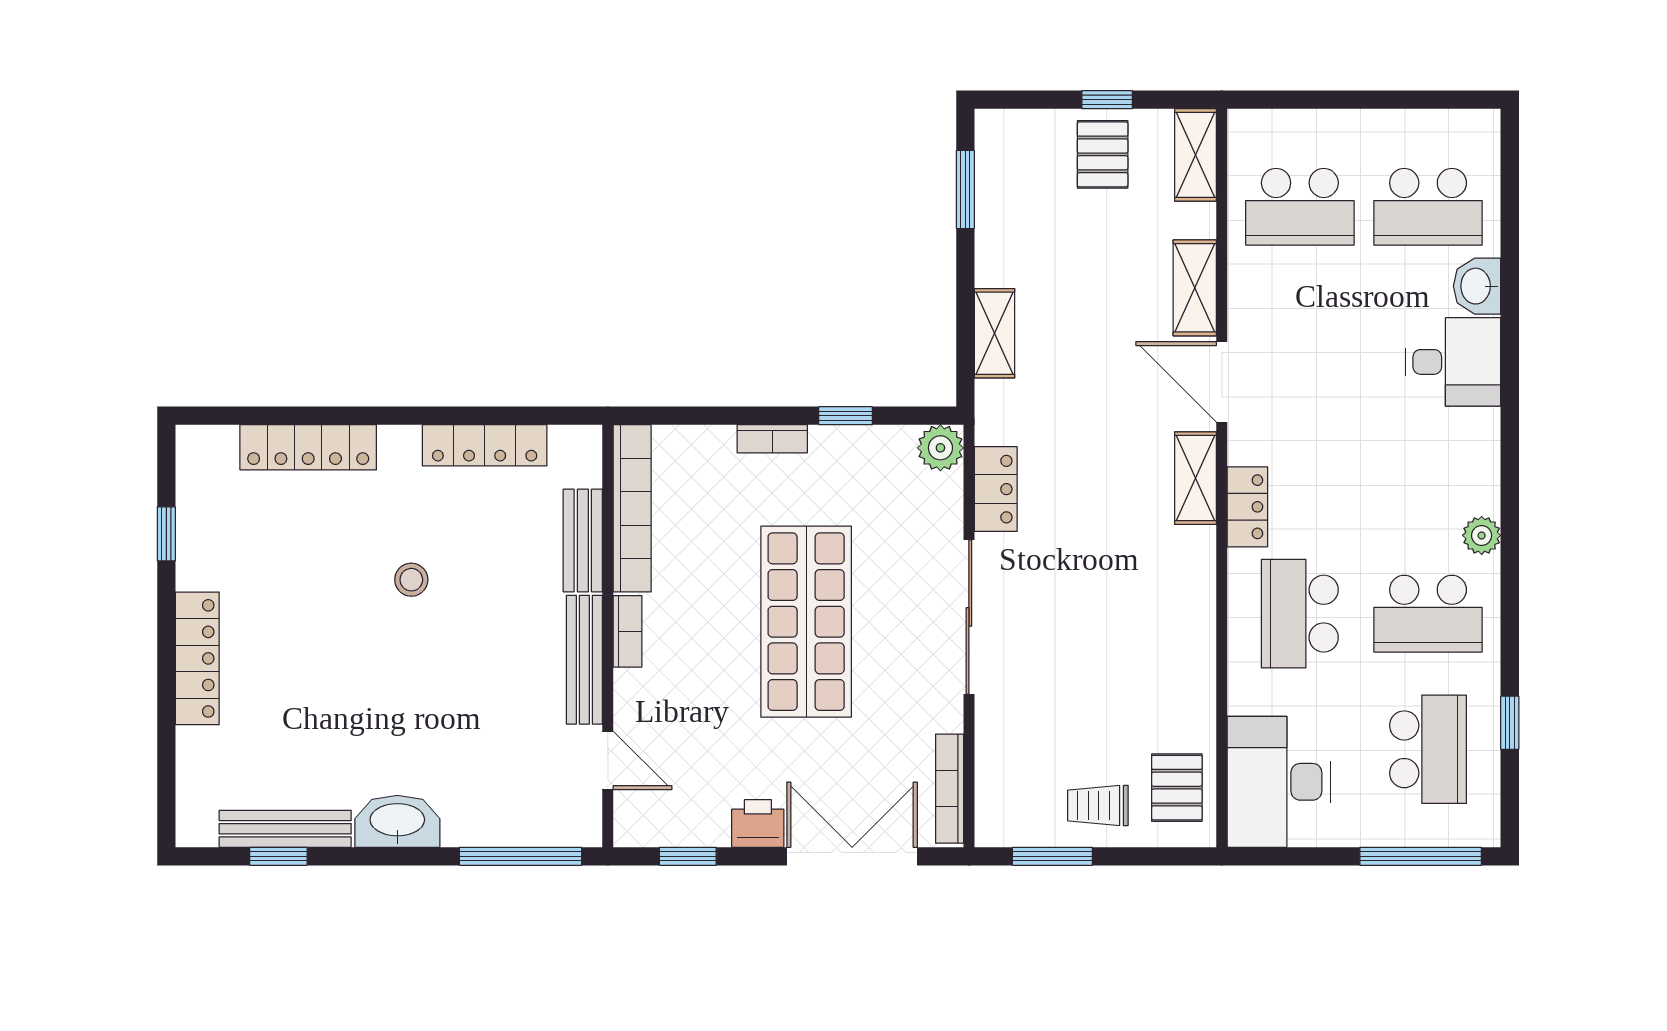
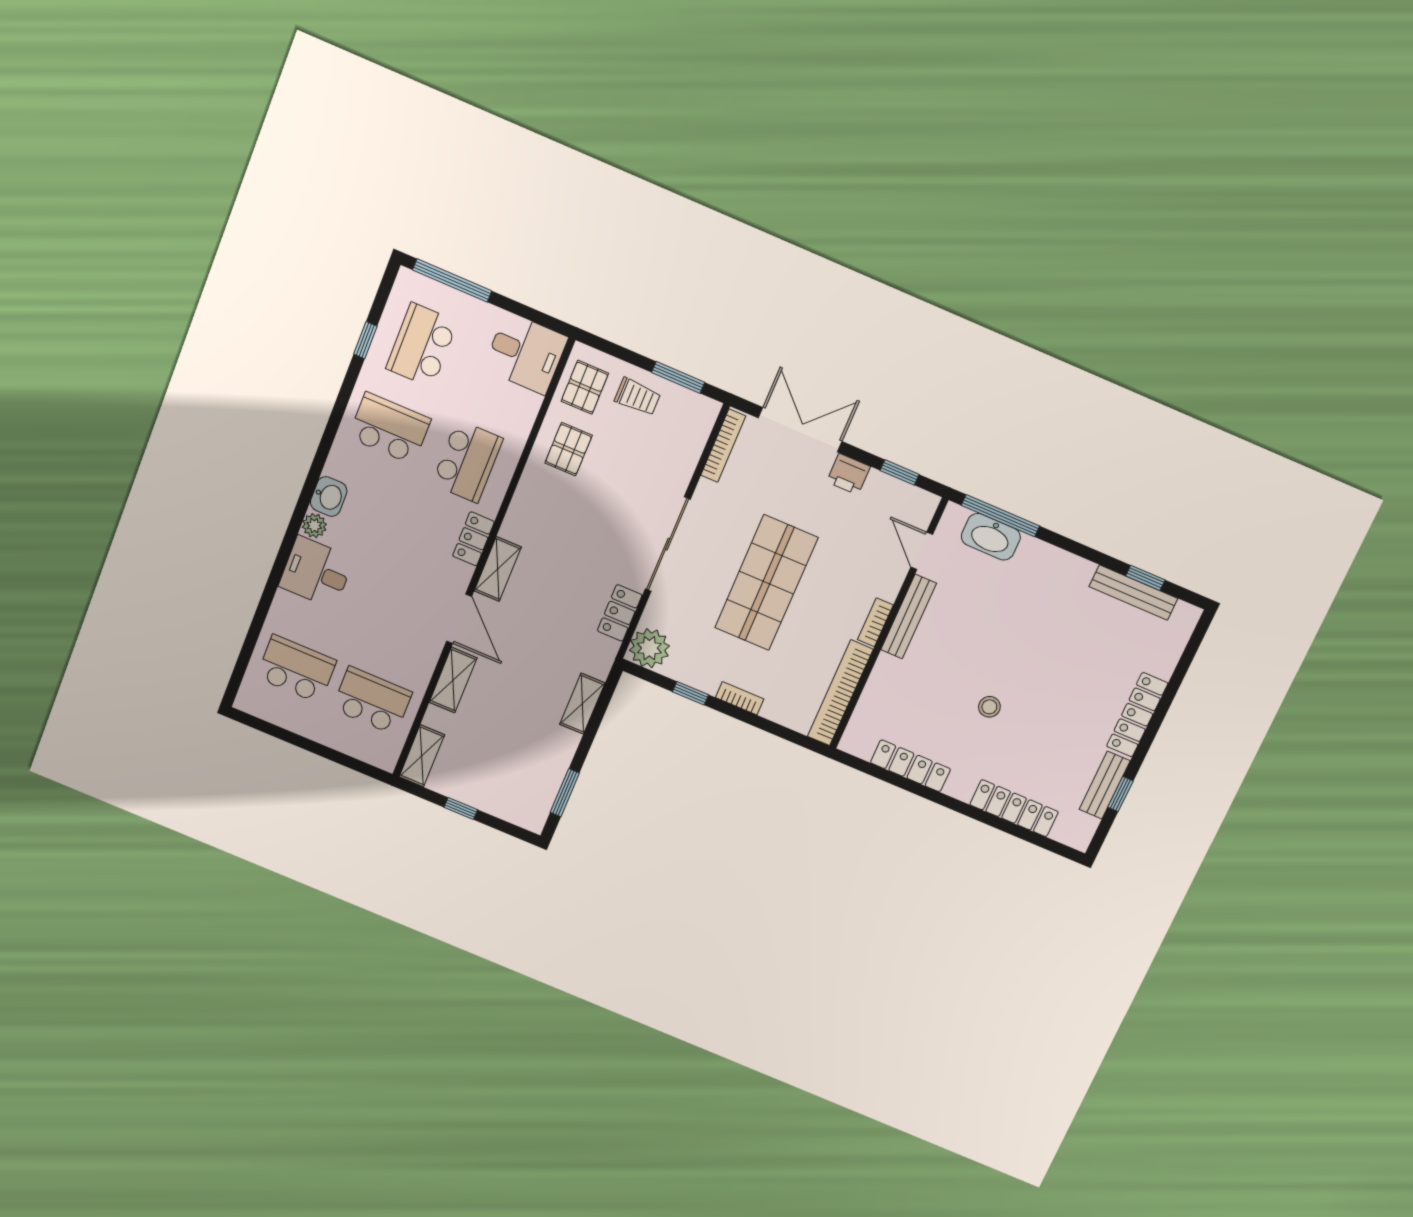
pallet: (1103, 154) -> (569, 449), moved
washbasin: (1477, 286) -> (329, 496), moved
plant: (940, 448) -> (649, 648), width x1.36, depth x1.36
plant: (1482, 535) -> (314, 526), moved
bench: (583, 540) -> (1105, 785), moved
desk: (1279, 782) -> (526, 353), width x0.73
washbasin: (397, 821) -> (991, 537), moved
double door: (852, 856) -> (800, 430), swing flipped

